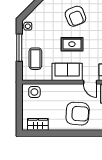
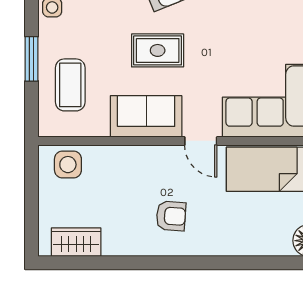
window: (19, 48) -> (32, 59), width x0.69
armchair: (78, 114) -> (171, 216), width x0.53, depth x0.53

